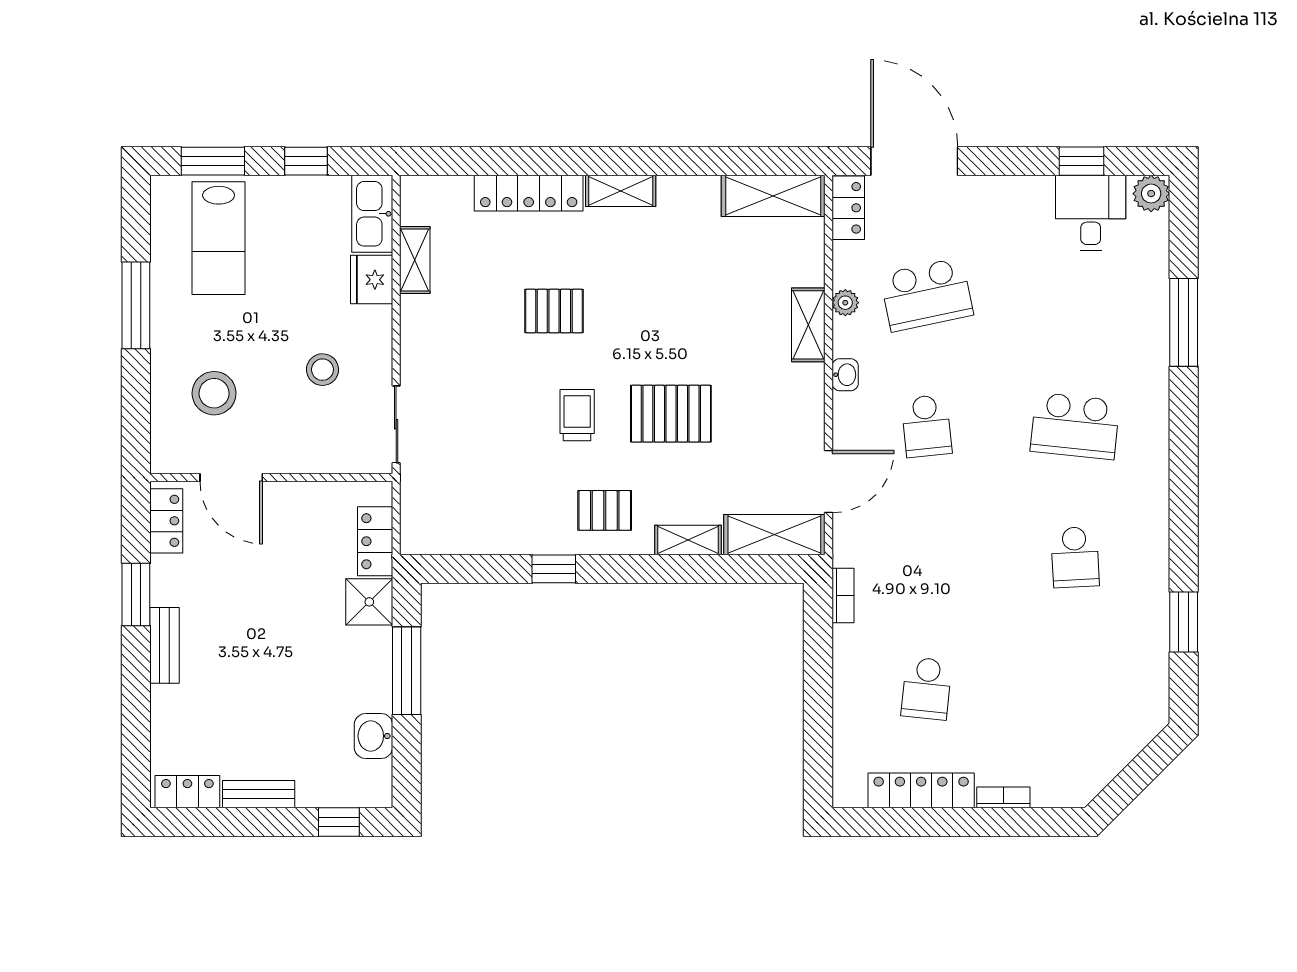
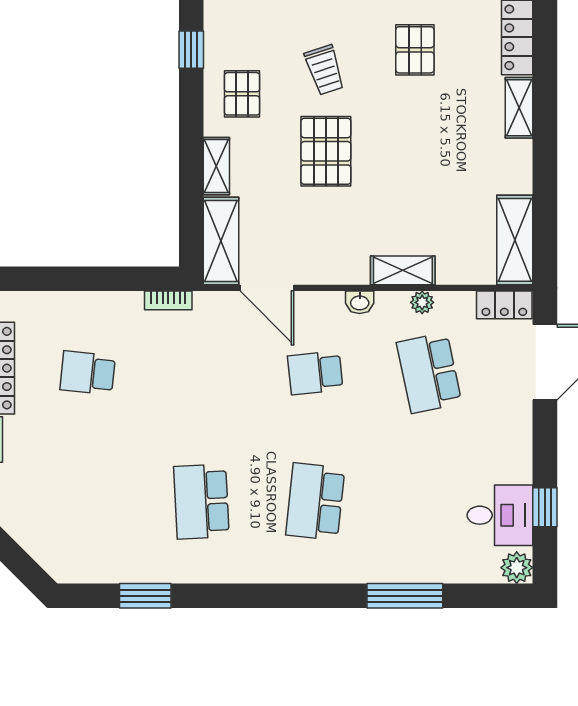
trolley: (577, 415) -> (325, 70), turned 72
school desk: (1075, 557) -> (201, 502), width x1.85

